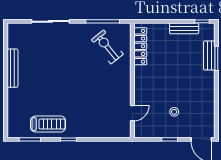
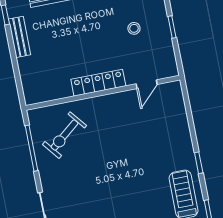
locker: (140, 46) -> (98, 83), moved
door: (132, 113) -> (147, 84), swing flipped

